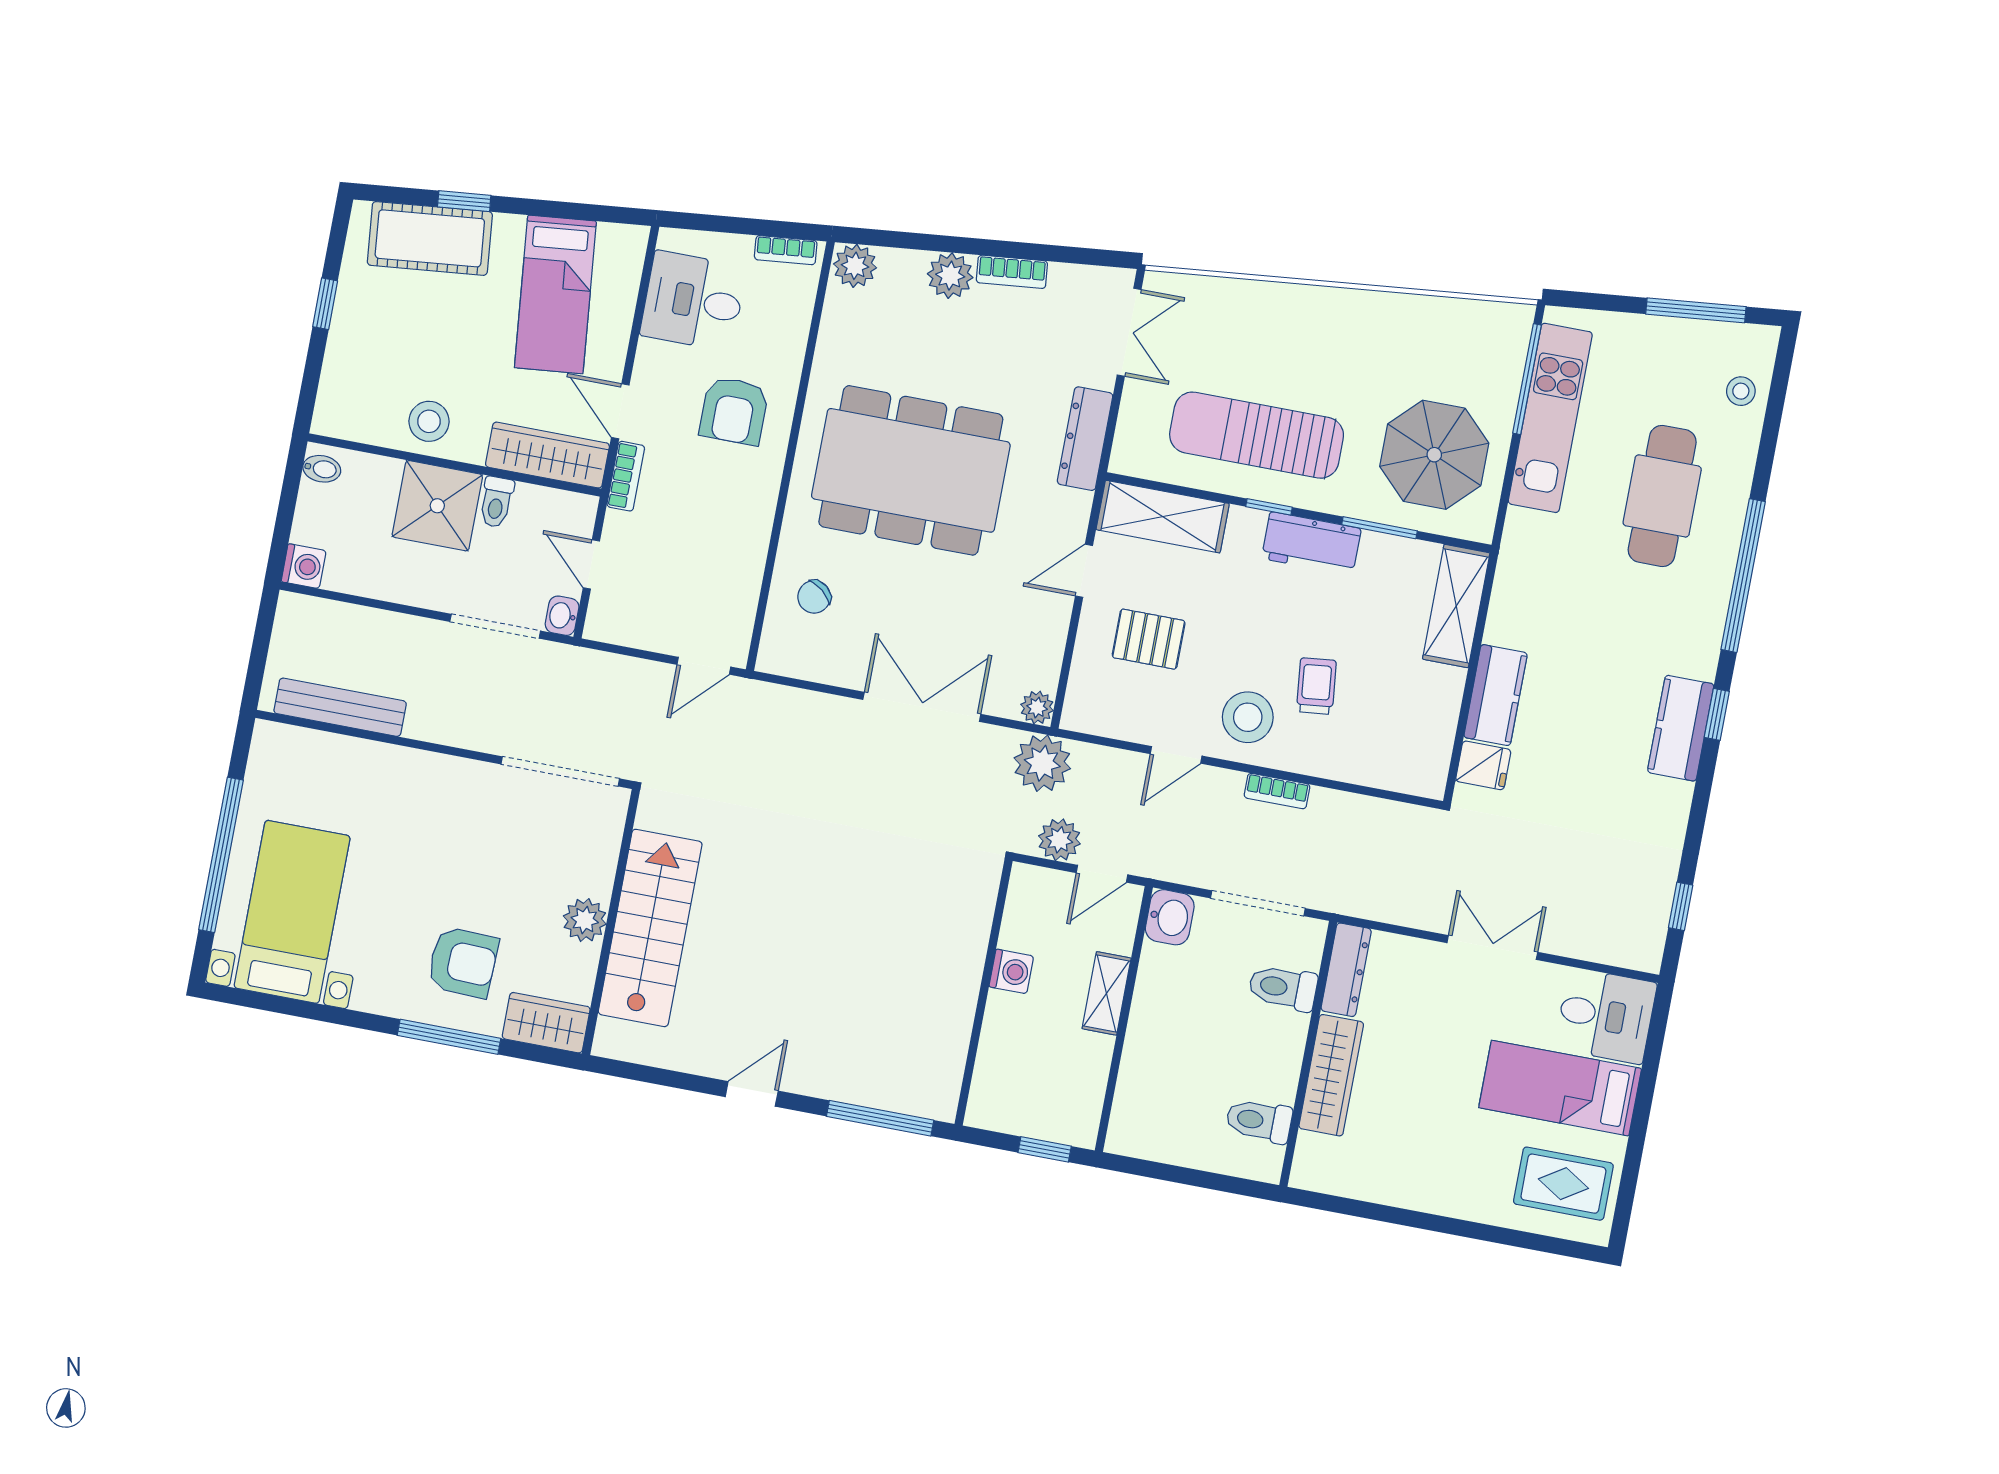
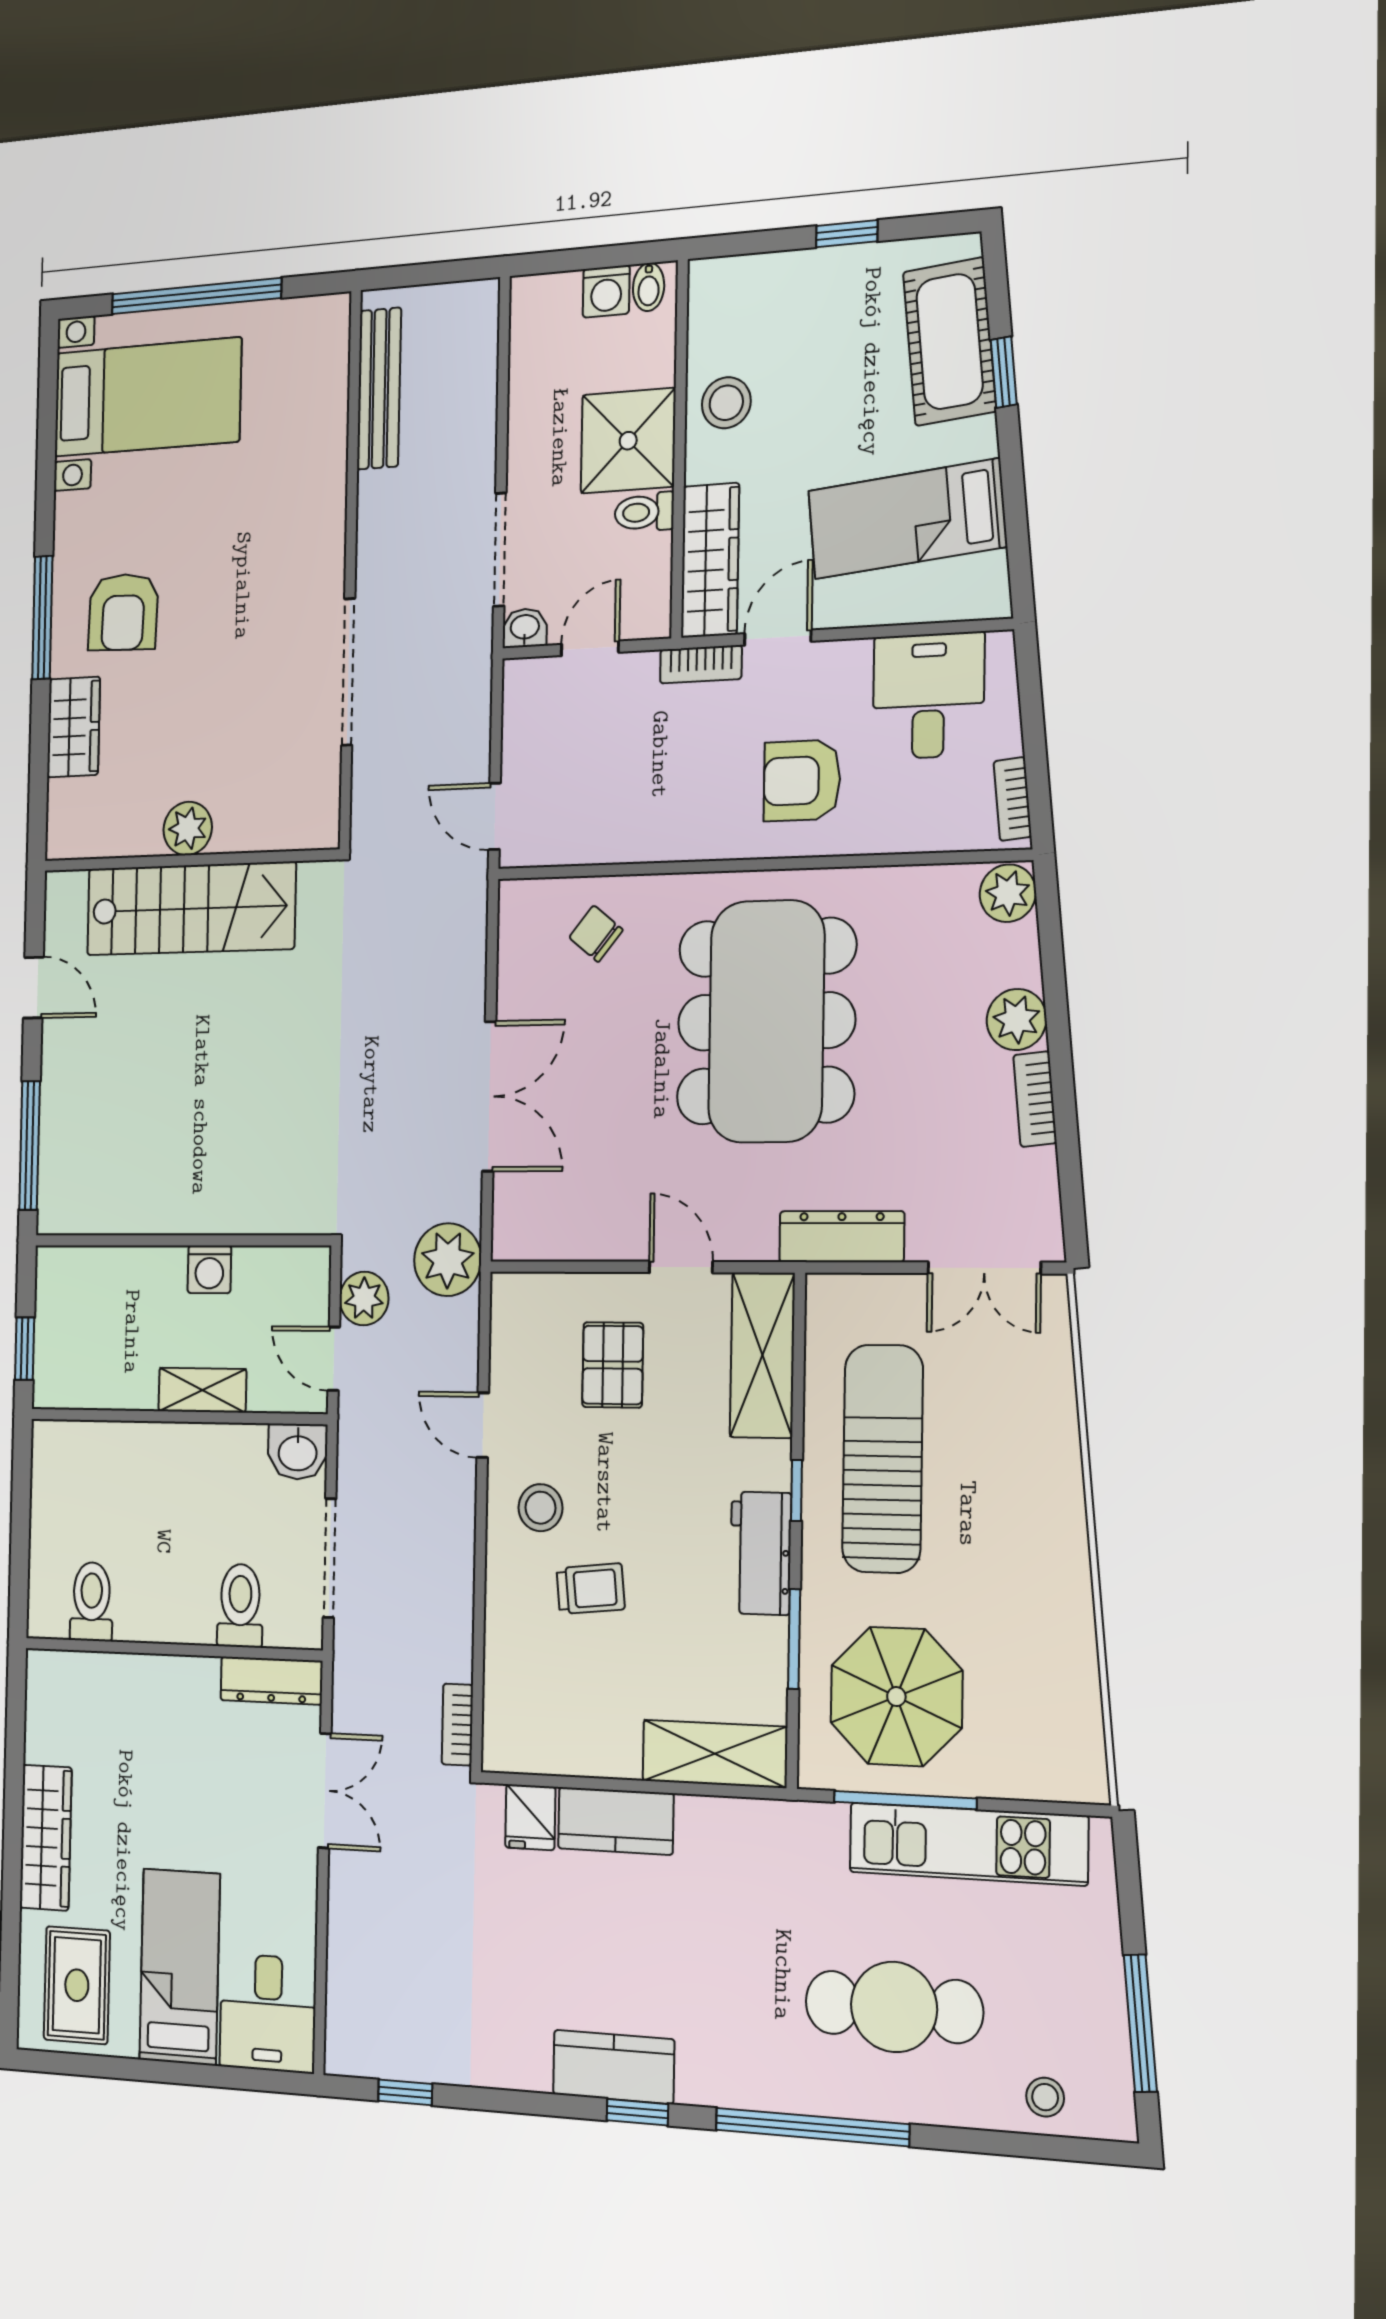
window: (1527, 379) -> (905, 1800), moved
washing machine: (304, 566) -> (606, 291), moved
plant: (1037, 708) -> (511, 1240), removed
stool: (1248, 717) -> (540, 1508), width x0.73, depth x0.73
bookcase: (1277, 791) -> (457, 1725), moved
plant: (585, 920) -> (188, 828), moved
wall: (611, 922) -> (190, 860), moved
stairs: (650, 928) -> (191, 909), moved
double door: (1492, 948) -> (325, 1791), moved
wardrobe: (1331, 1075) -> (46, 1838), moved, turned -90

